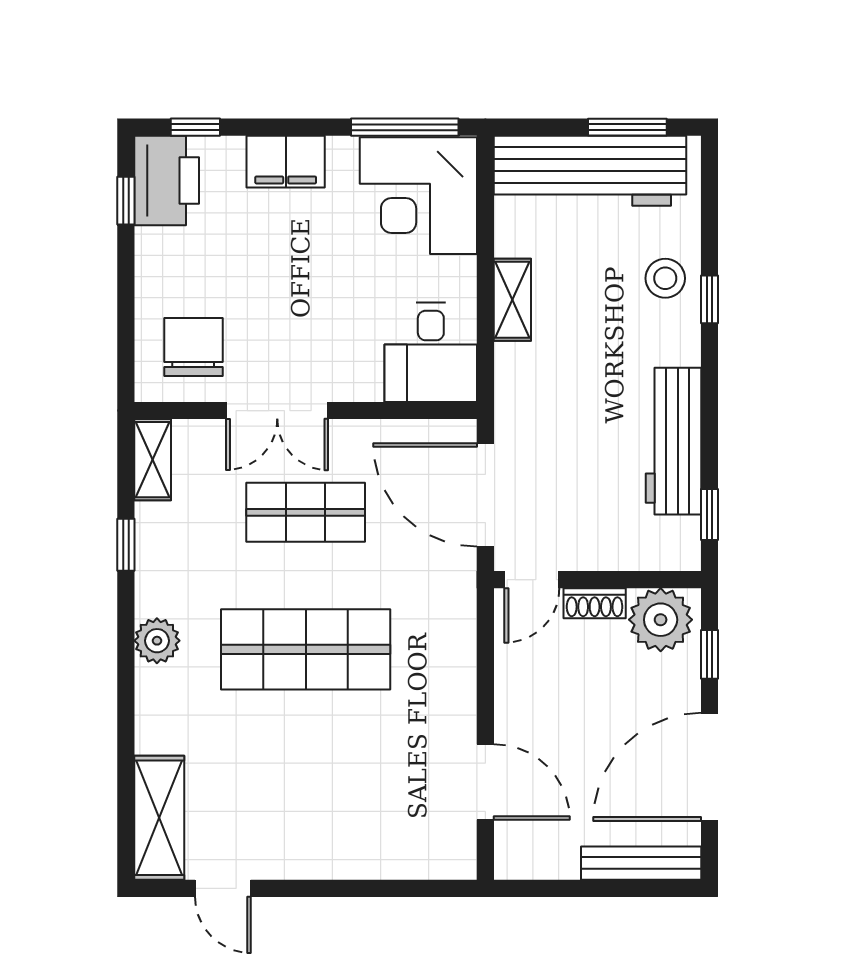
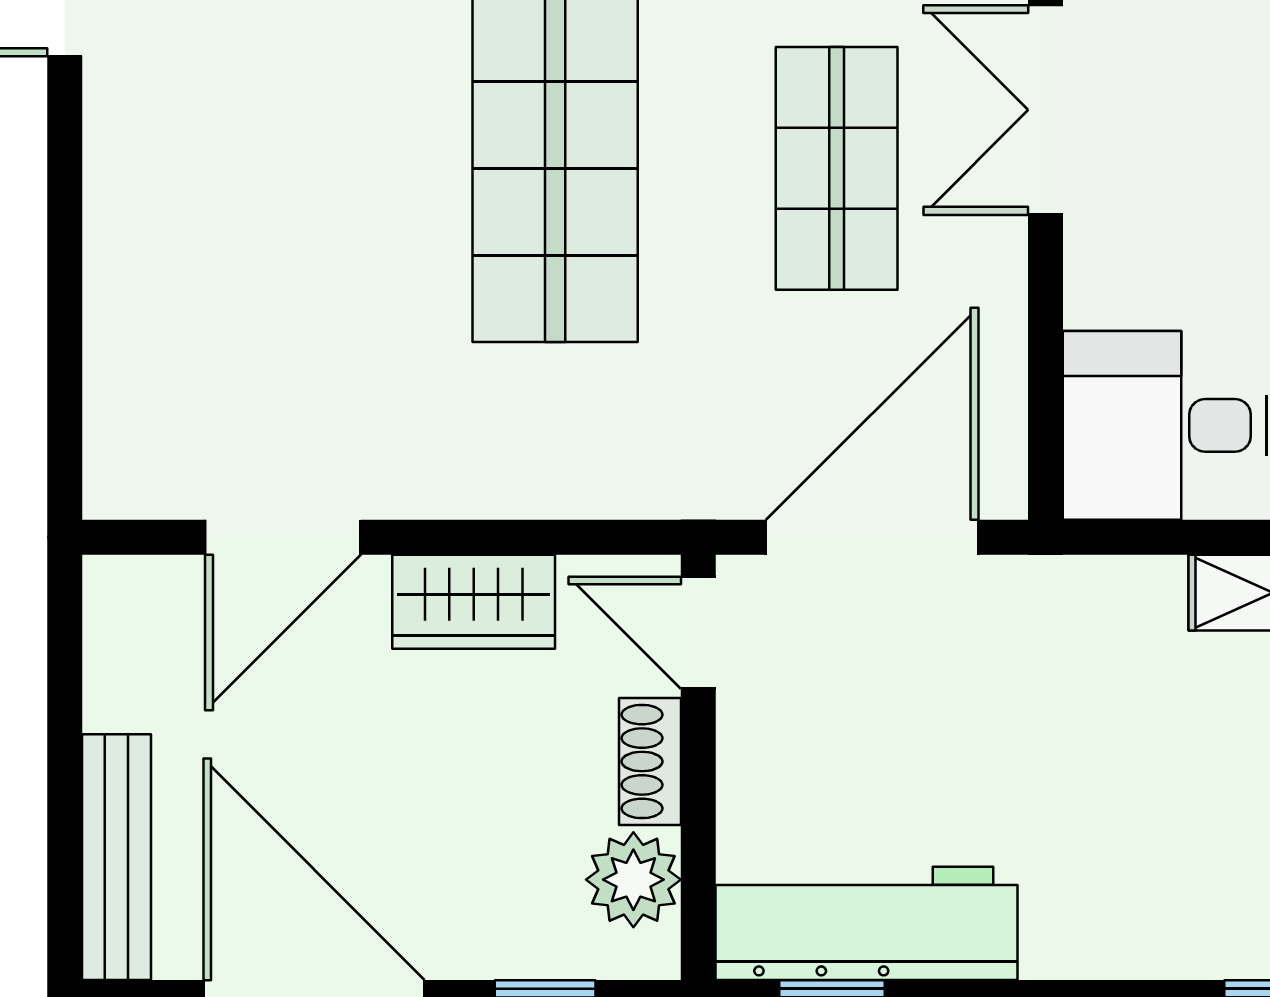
workbench: (673, 441) -> (867, 923), moved
plant: (661, 620) -> (633, 880), width x0.73, depth x0.73
wardrobe: (517, 689) -> (474, 602), added

